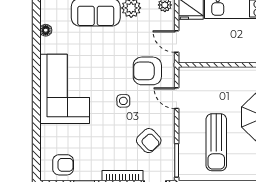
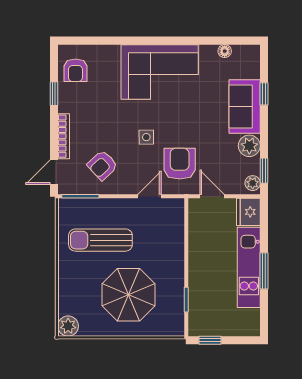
door: (177, 42) -> (212, 196), hinge flipped

